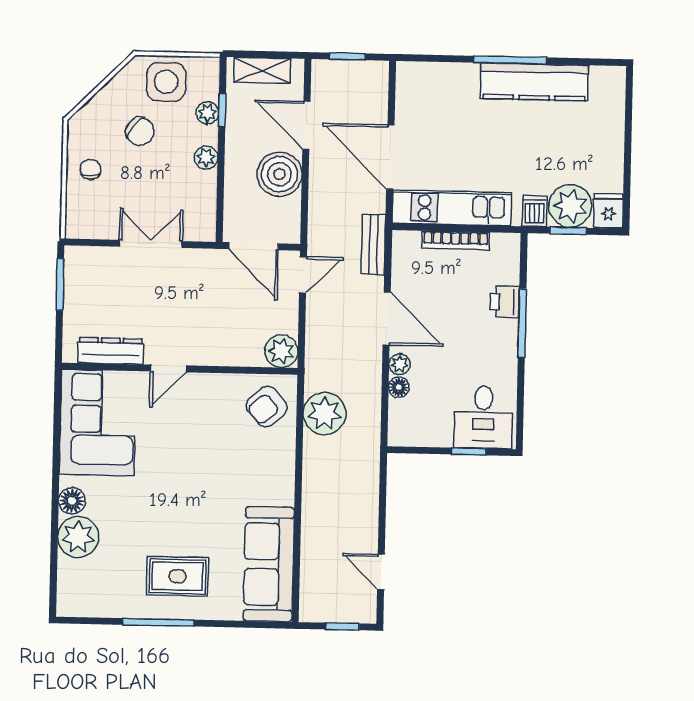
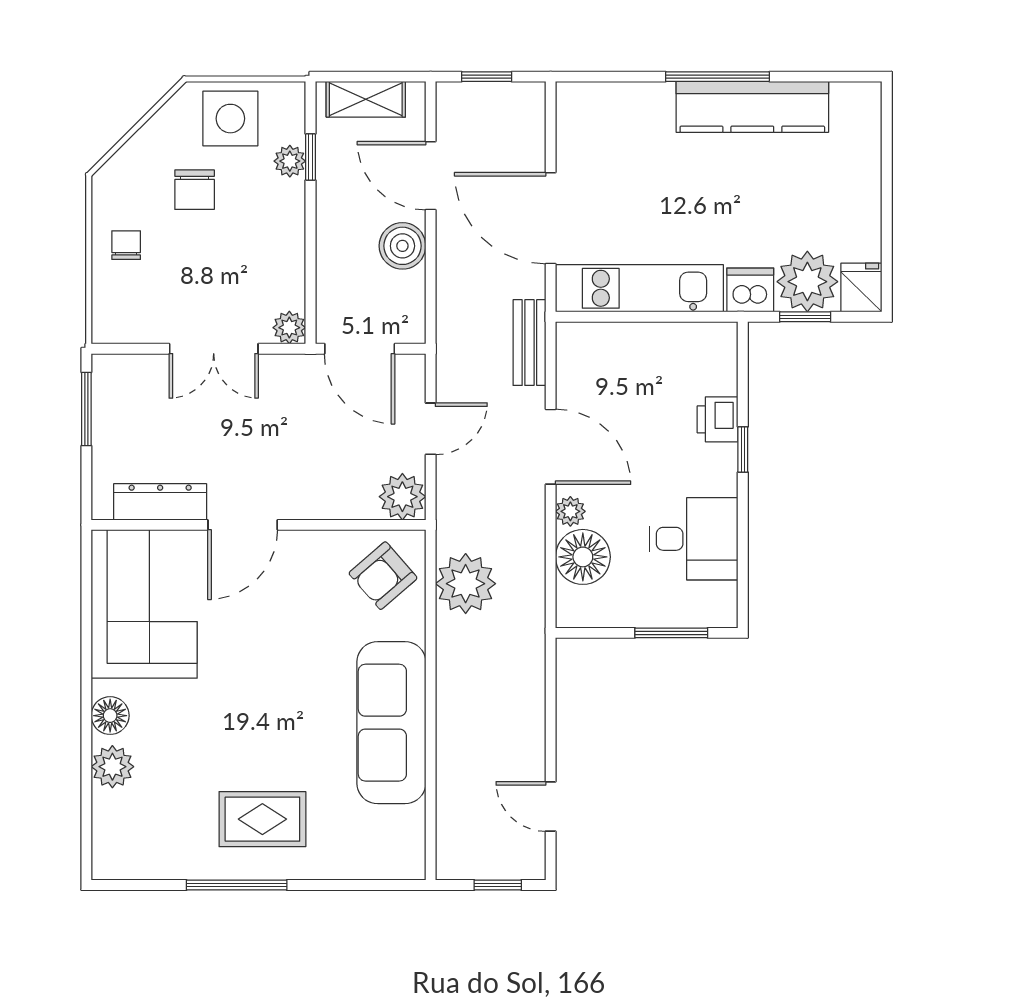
chair: (140, 131) -> (195, 190), turned 51
plant: (206, 158) -> (289, 328), moved
boiler: (279, 174) -> (402, 246), width x0.73, depth x0.73
dishwasher: (534, 211) -> (750, 290), width x1.38
bookcase: (456, 240) -> (646, 334), removed
double door: (151, 244) -> (214, 349), swing flipped
door: (303, 275) -> (431, 429), moved
window: (522, 323) -> (743, 449), width x0.46
door: (168, 368) -> (243, 525), width x1.38
floor lamp: (399, 387) -> (583, 557), width x1.89, depth x1.89
desk: (483, 417) -> (694, 539), moved, turned -90
window: (469, 452) -> (671, 633), width x1.50
plant: (78, 537) -> (112, 767), width x0.73, depth x0.73
sofa: (269, 564) -> (391, 723), moved

